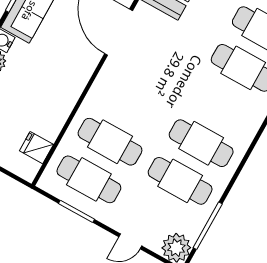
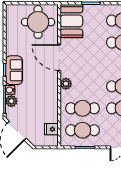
plant: (105, 84) -> (66, 84), added

